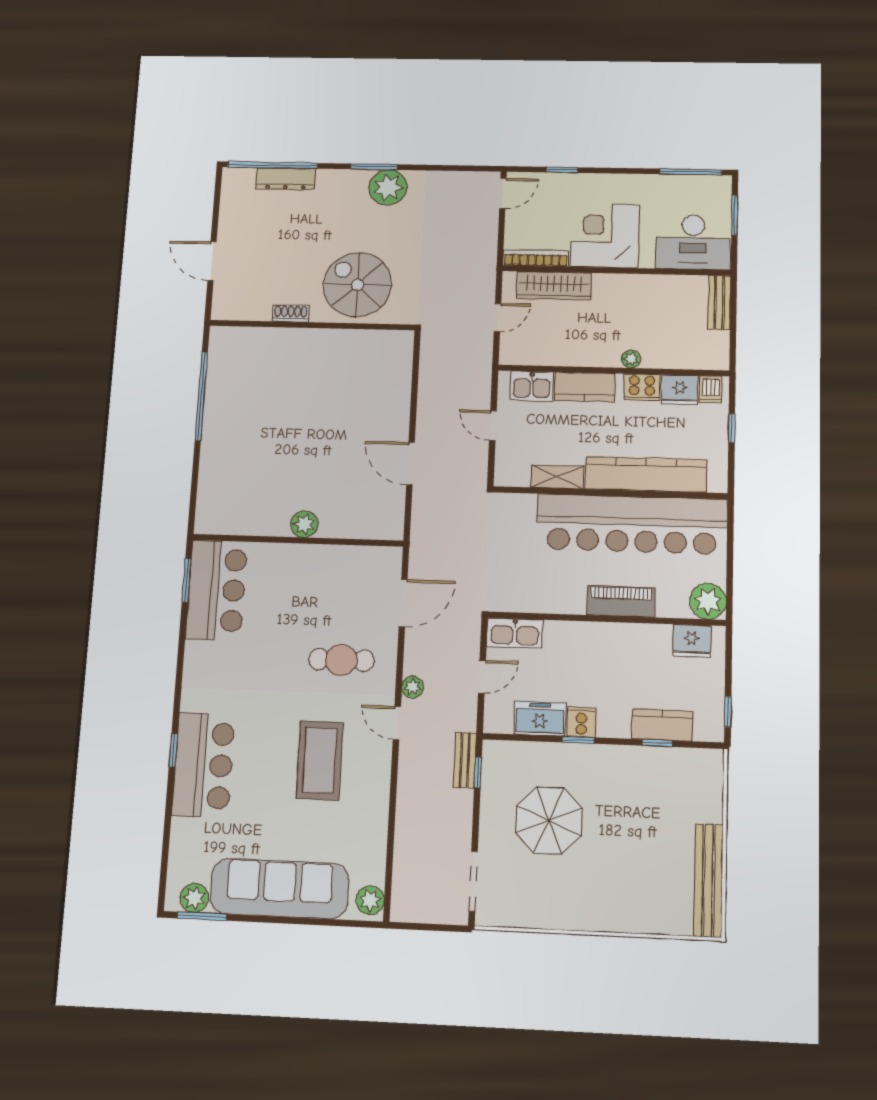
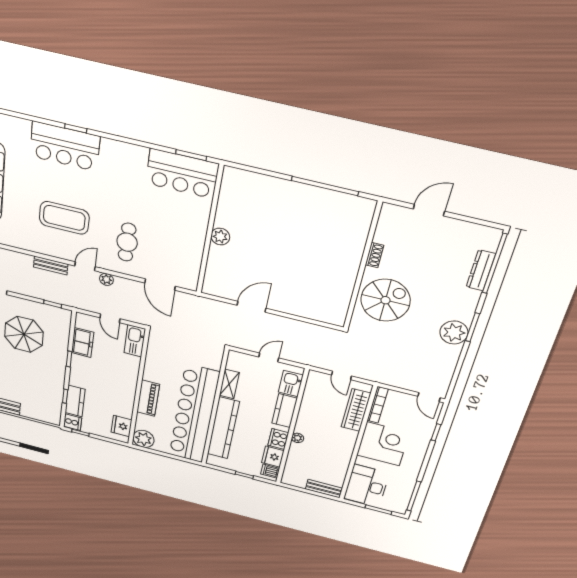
cooker: (581, 722) -> (73, 422), moved
bench: (465, 760) -> (51, 266), moved

